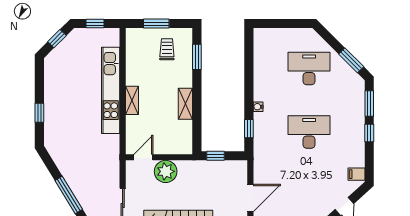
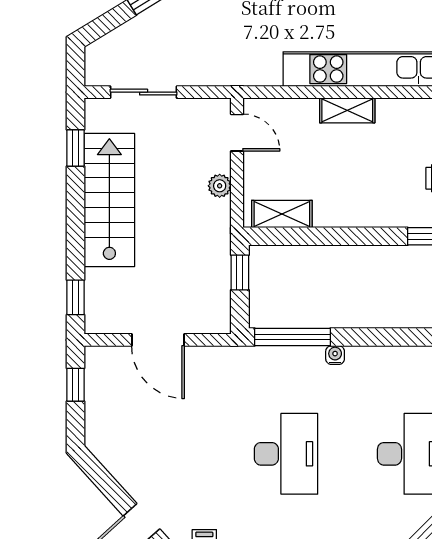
shelving: (185, 104) -> (282, 214), moved
window: (249, 129) -> (293, 337), width x2.17
plant: (166, 171) -> (220, 186), width x0.53, depth x0.53

